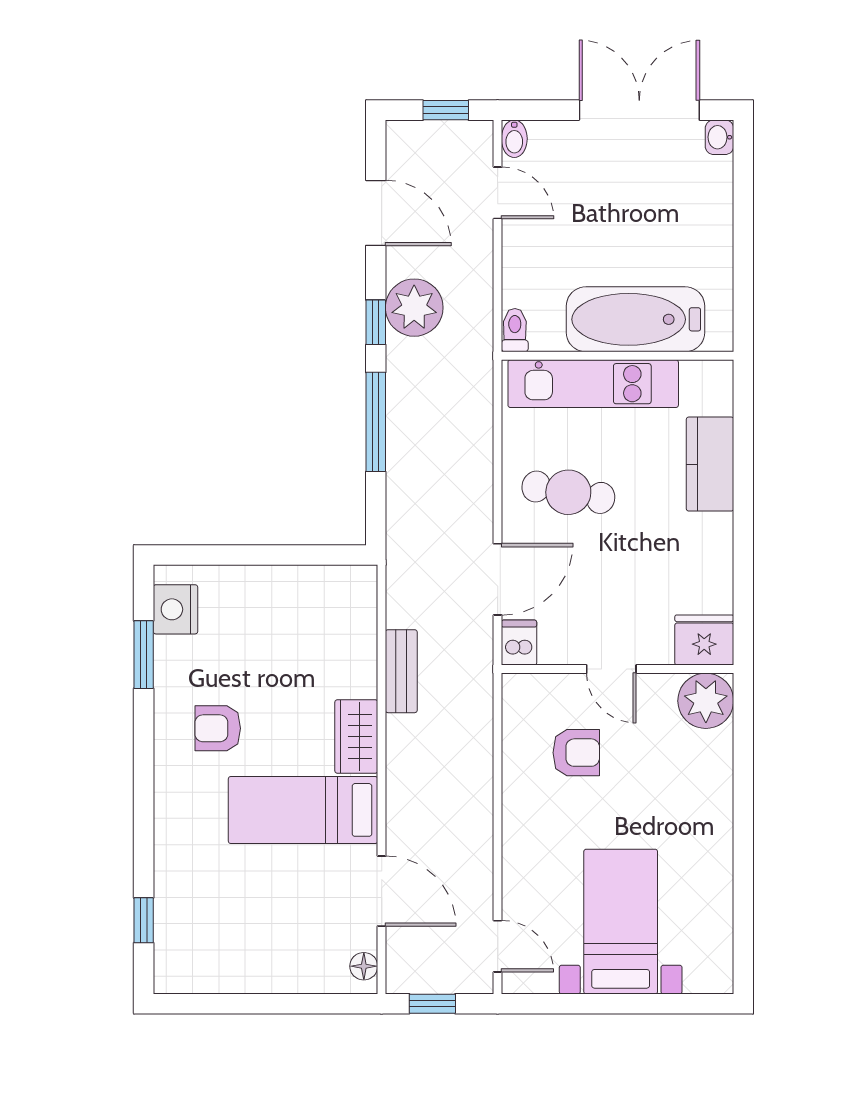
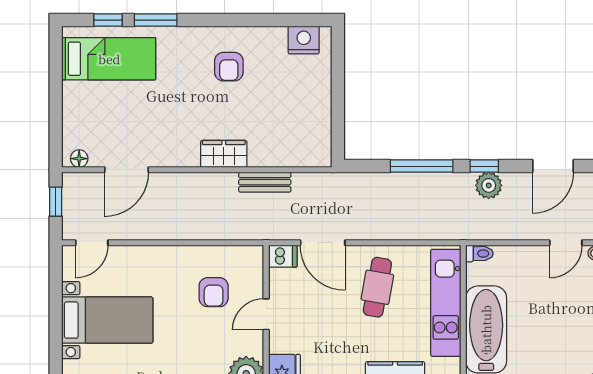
plant: (414, 308) -> (489, 185), width x0.73, depth x0.73
window: (144, 655) -> (156, 20), moved
armchair: (218, 728) -> (229, 67), turned 180
bed: (303, 810) -> (109, 59), moved, turned 90

